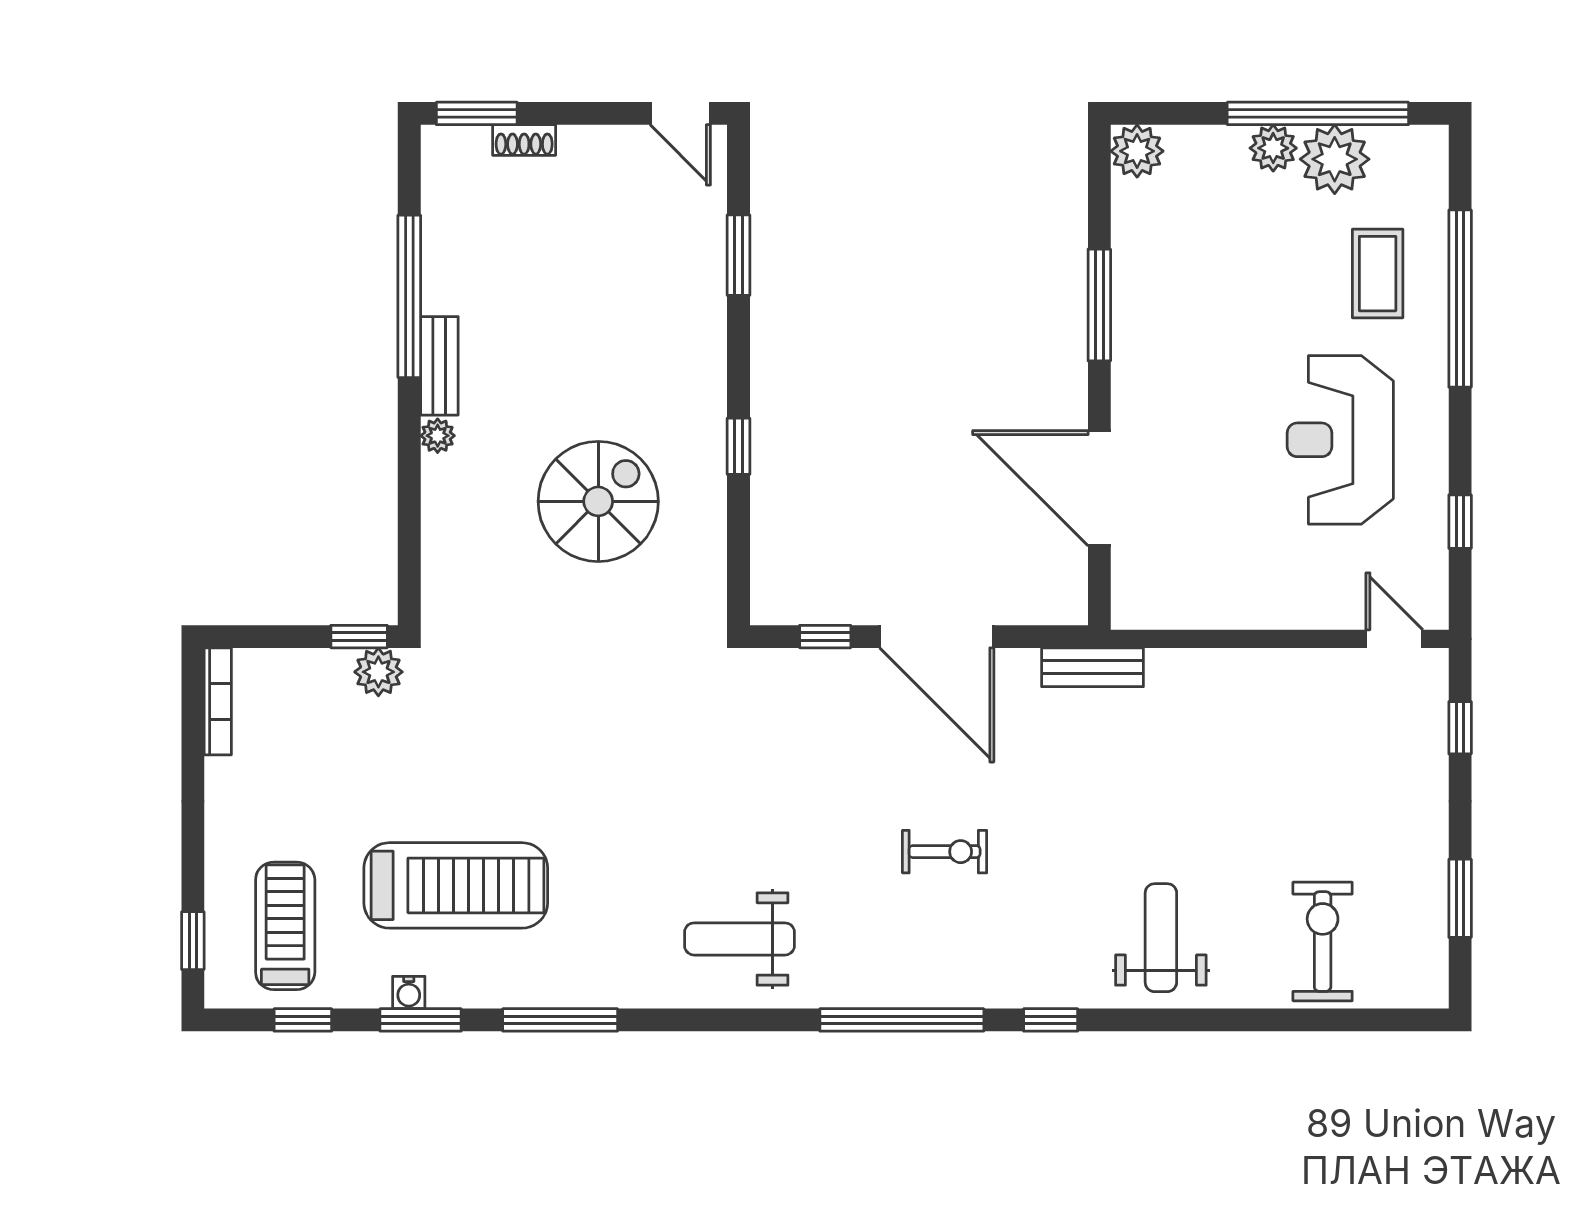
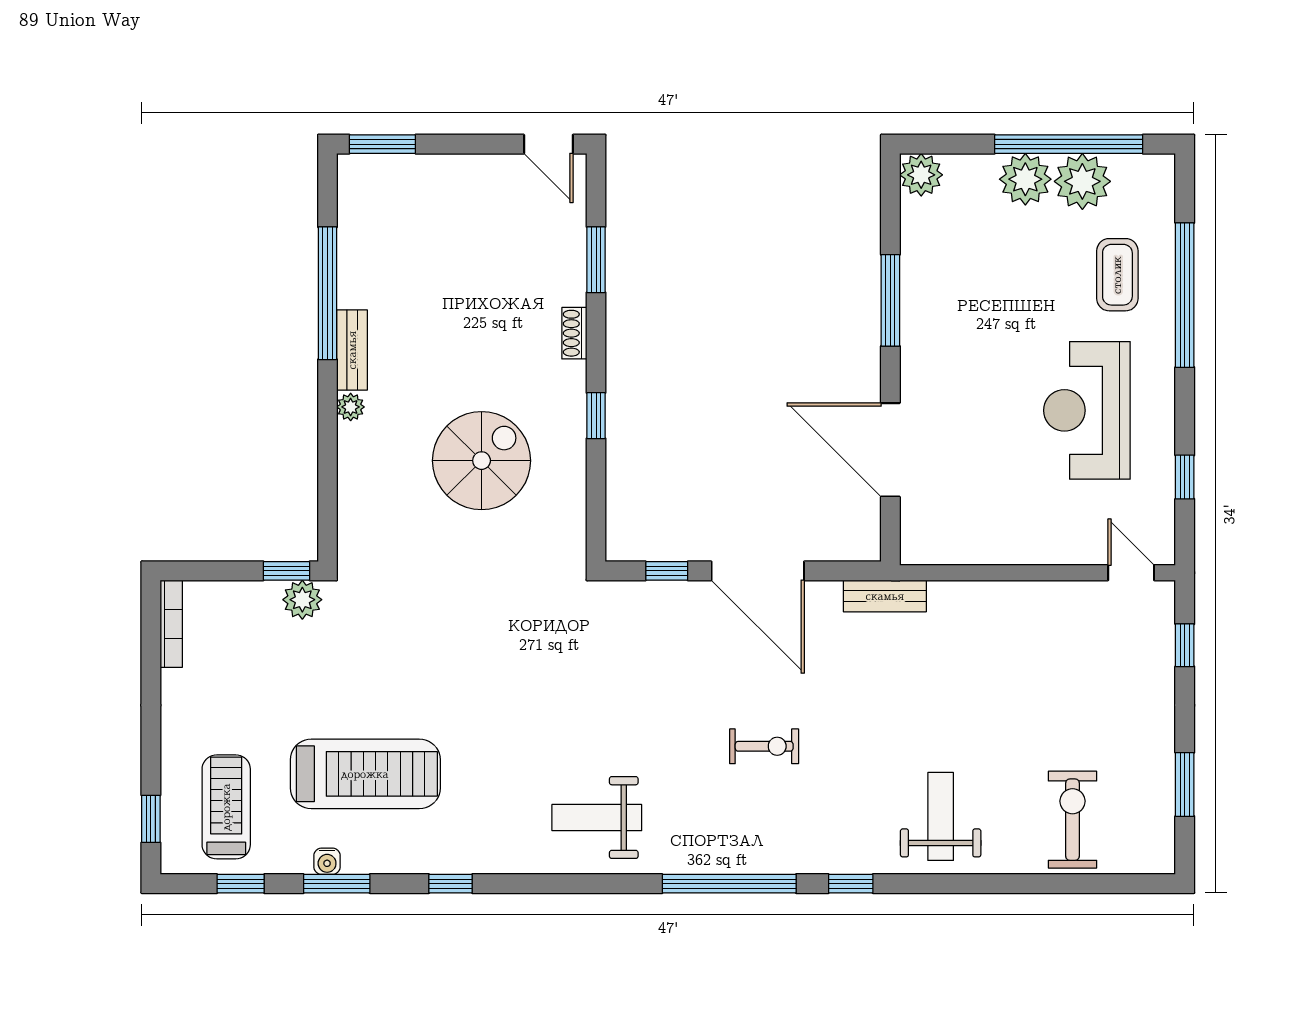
shoe rack: (524, 140) -> (574, 333), moved, turned 90
plant: (1273, 148) -> (1025, 179), width x1.36, depth x1.36
window: (560, 1020) -> (451, 884), width x0.46

